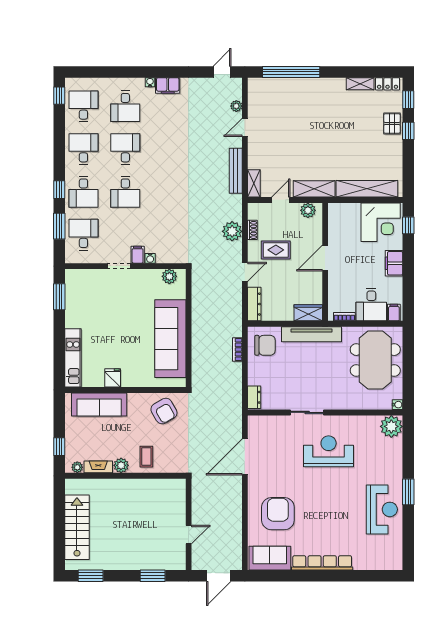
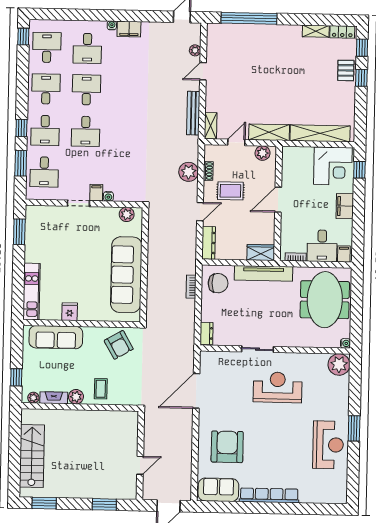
desk: (83, 235) -> (44, 172), turned 180

